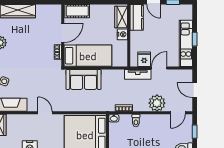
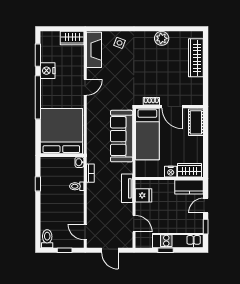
kitchen unit: (186, 43) -> (178, 241), moved
door: (159, 68) -> (134, 224), moved
sofa: (83, 79) -> (122, 136), width x1.36
door: (195, 90) -> (110, 250), swing flipped
plant: (157, 103) -> (96, 209), removed

